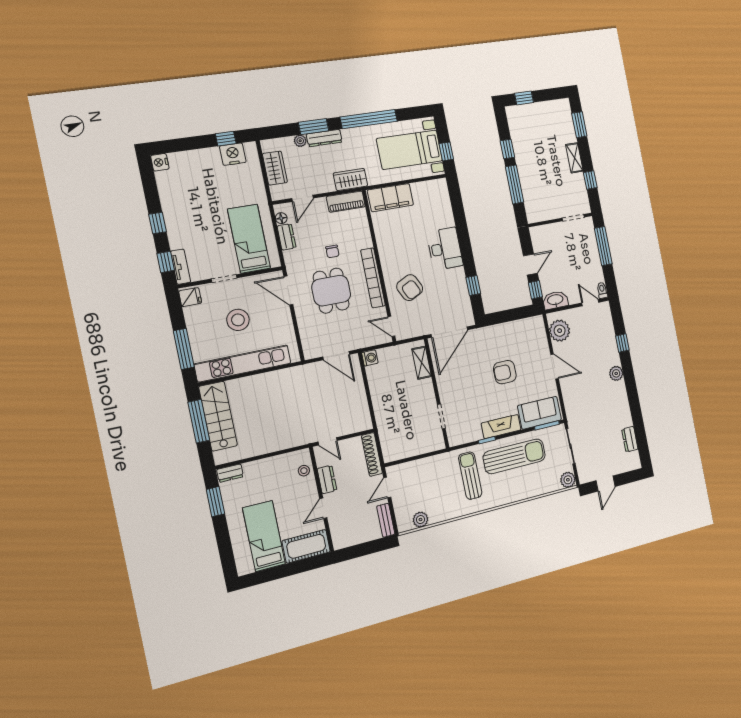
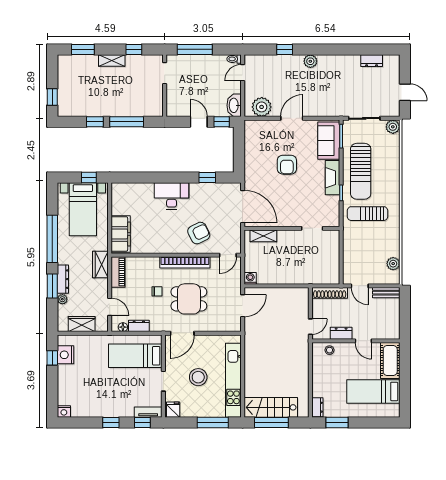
sun lounger: (514, 456) -> (361, 171), turned 180

